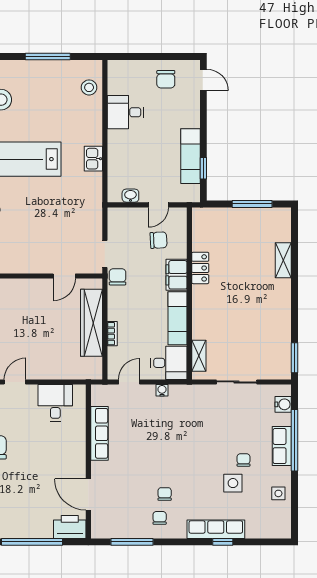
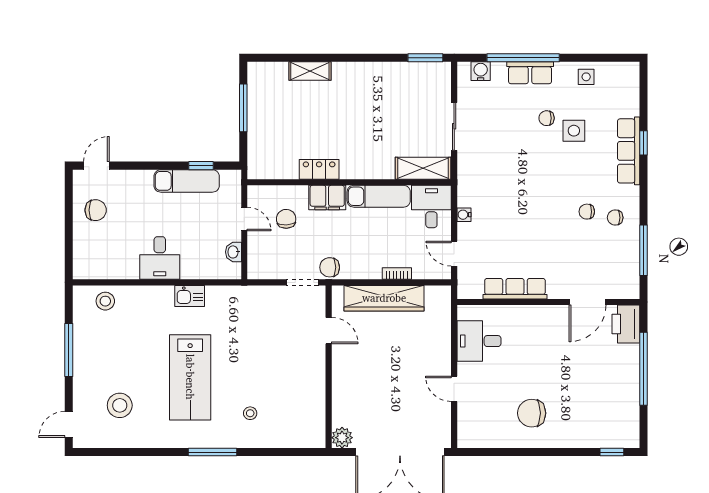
desk: (125, 112) -> (160, 258), moved
shelving: (199, 356) -> (423, 168), width x1.50, depth x1.33

